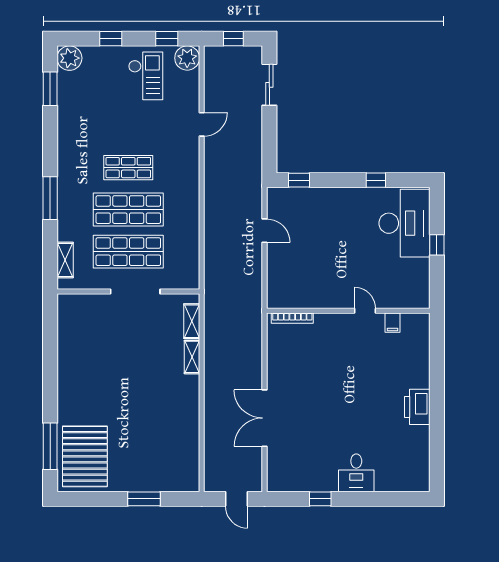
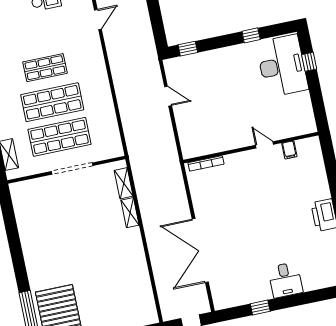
window: (437, 245) -> (309, 62), moved
double door: (264, 418) -> (200, 251), width x1.36

